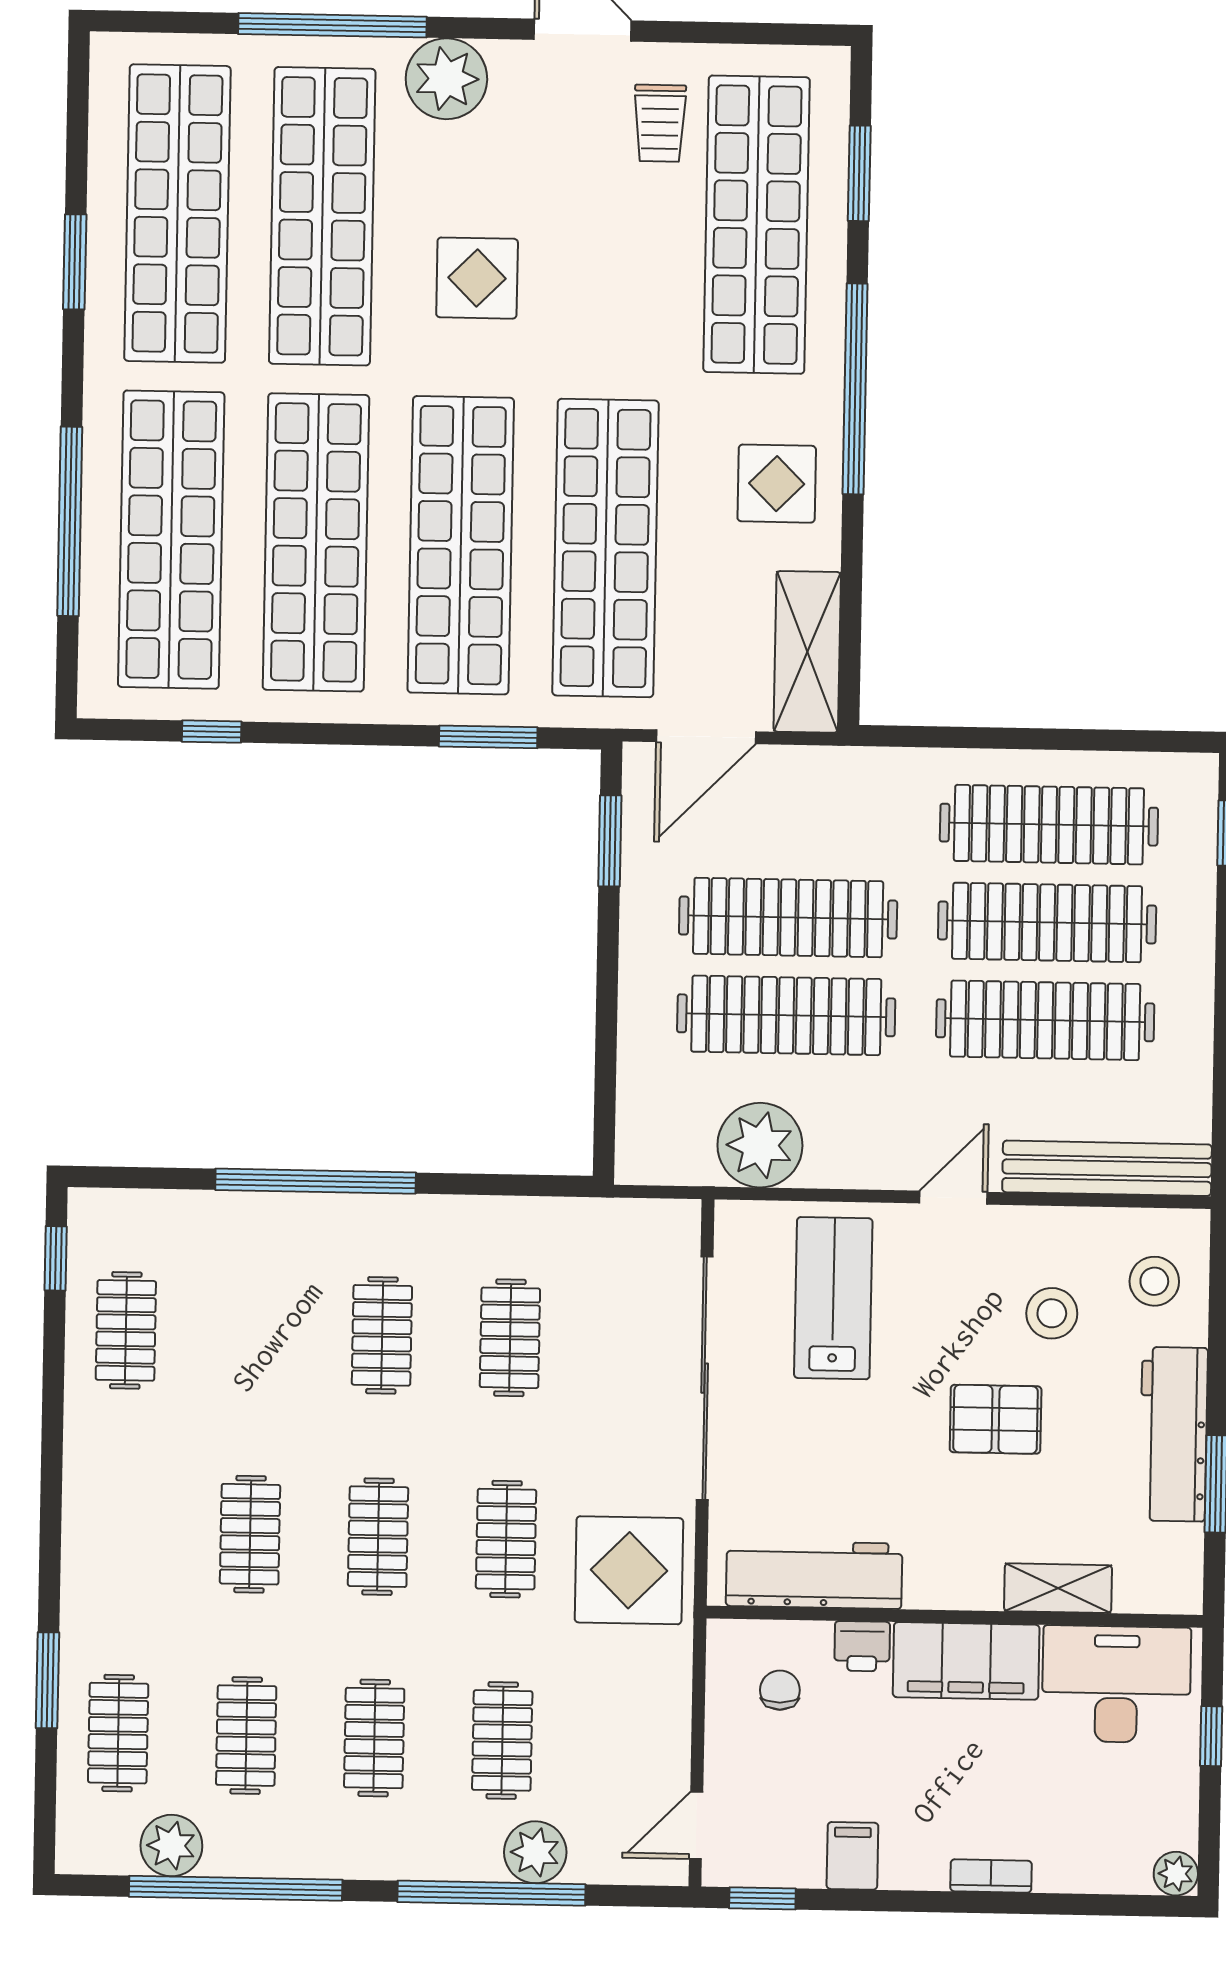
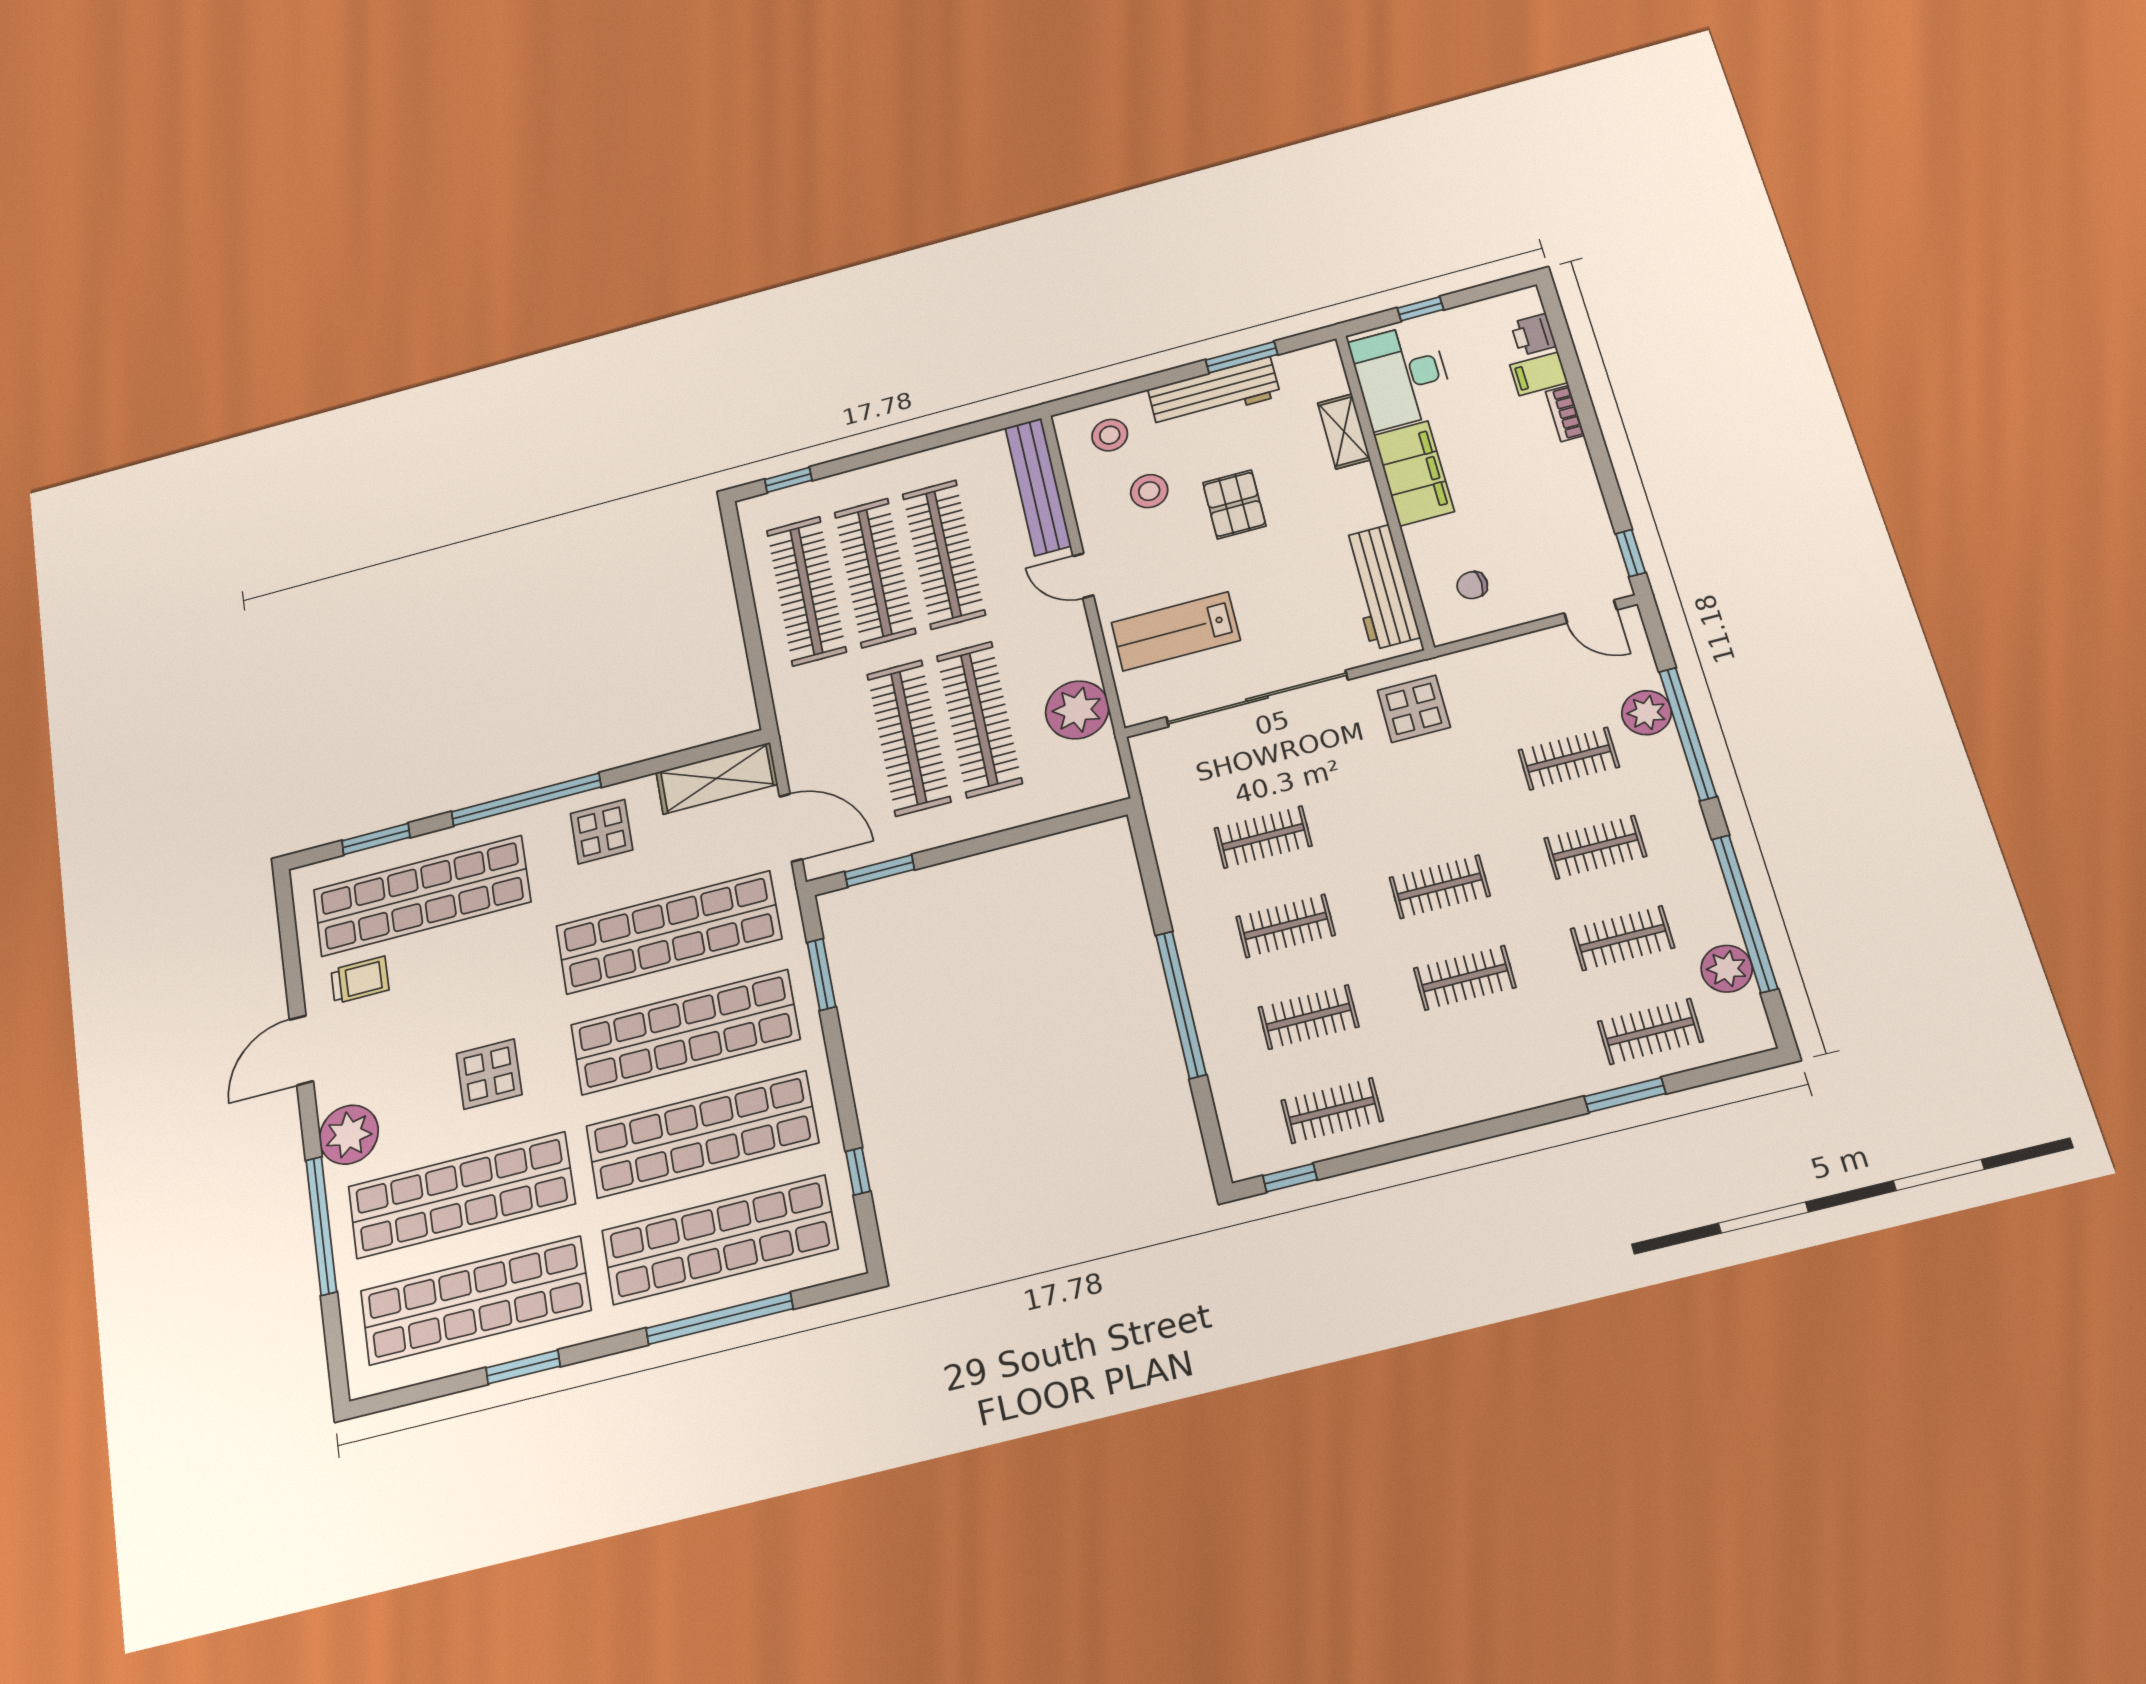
clothes rail: (506, 1539) -> (1308, 1017), moved
display table: (629, 1570) -> (1414, 709), width x0.73, depth x0.73
printer: (862, 1646) -> (1533, 335), moved, turned 180
filing cabinet: (852, 1856) -> (1539, 374), moved
plant: (1176, 1874) -> (1525, 302), removed

